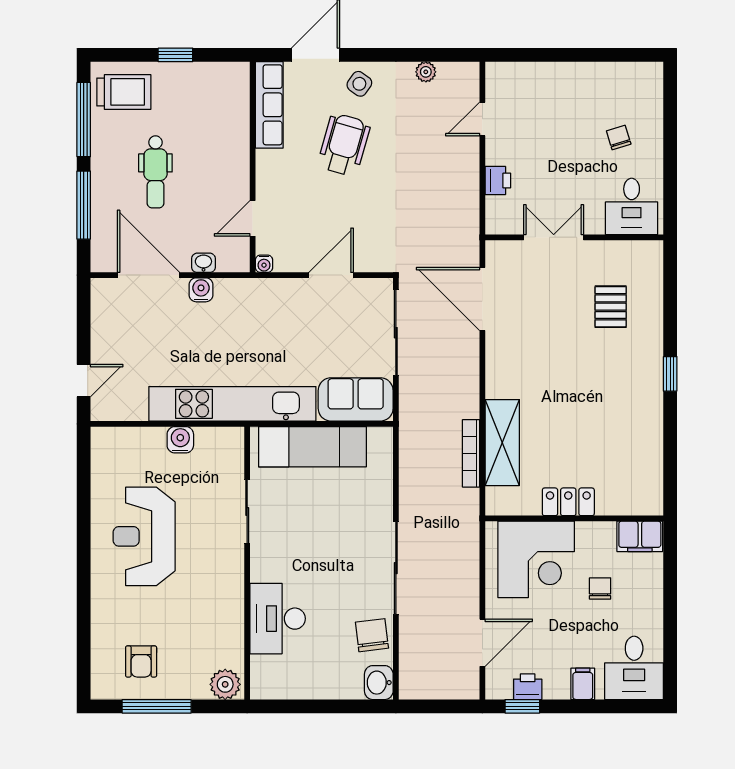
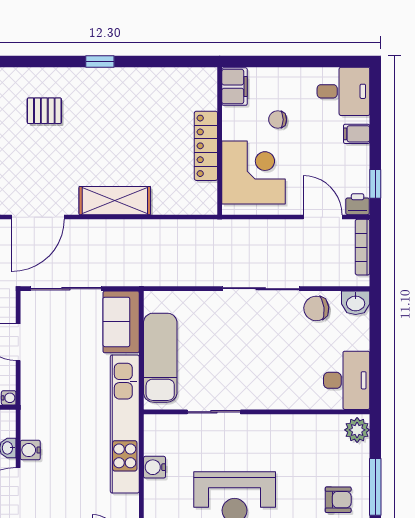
shelving: (502, 443) -> (115, 201), moved
bookcase: (471, 453) -> (363, 247), moved, turned 90
locker: (568, 502) -> (206, 146), width x1.53
desk: (278, 619) -> (347, 380), moved, turned -90
printer: (528, 687) -> (358, 204), moved, turned 90

